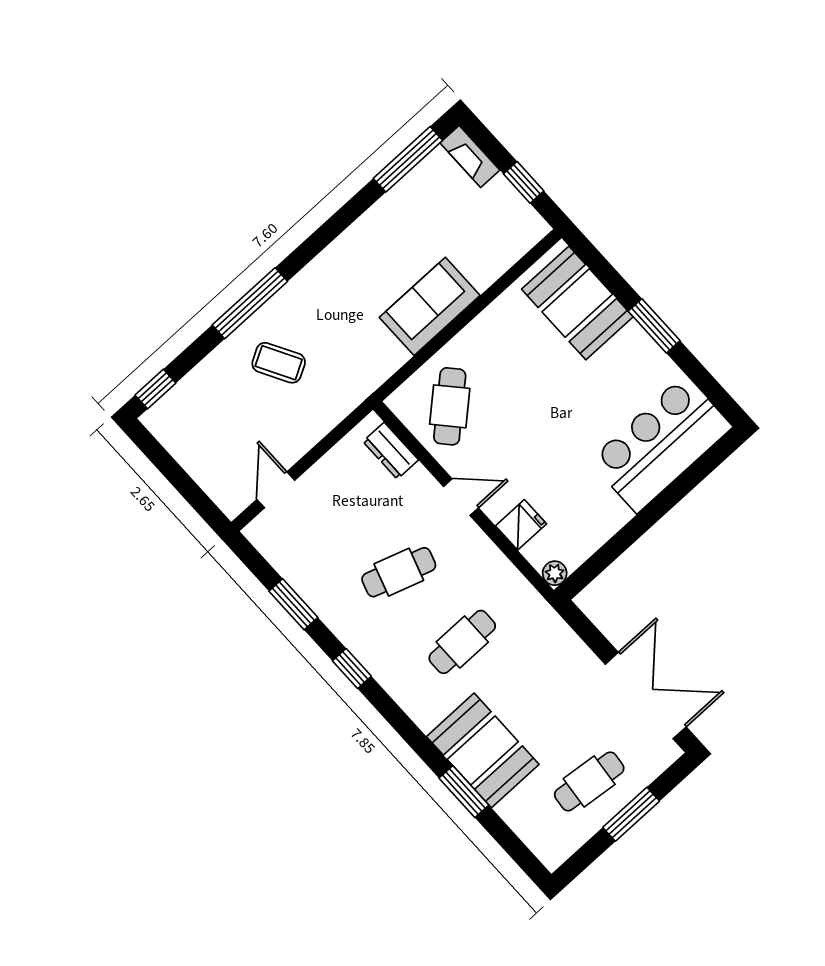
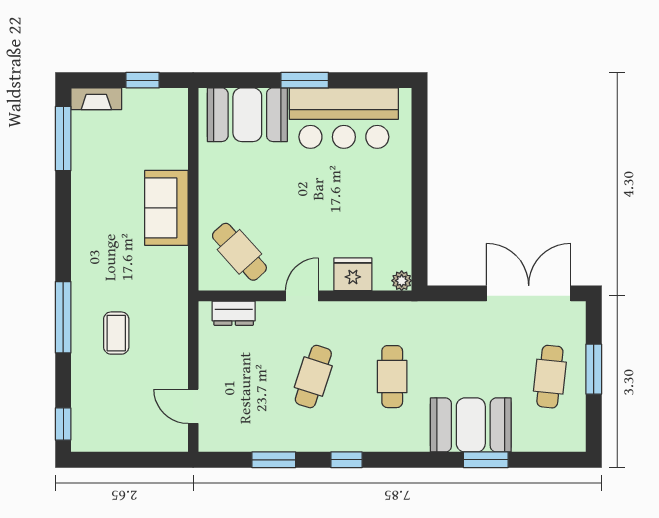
coffee table: (279, 363) -> (116, 333), turned -61
bar counter: (661, 444) -> (344, 118), moved, turned -90
fridge: (521, 525) -> (353, 274), width x1.38

